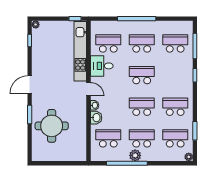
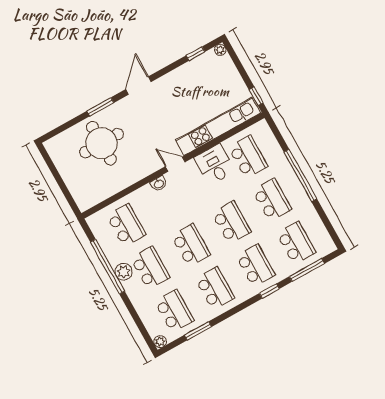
school desk: (175, 75) -> (255, 266), added
door: (30, 85) -> (138, 86), hinge flipped
door: (89, 89) -> (175, 164), swing flipped
washbasin: (96, 118) -> (144, 195), removed

